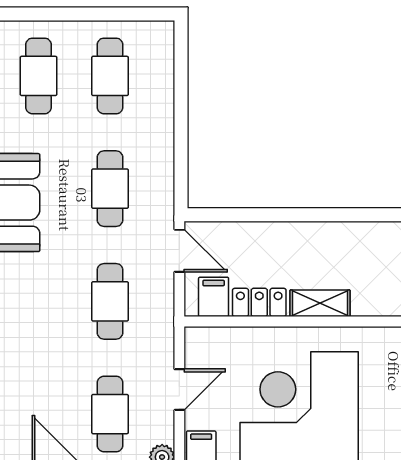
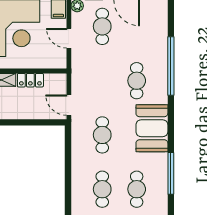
filing cabinet: (214, 297) -> (52, 83), removed
cafe table: (110, 301) -> (137, 81), moved
door: (179, 390) -> (69, 38), hinge flipped

